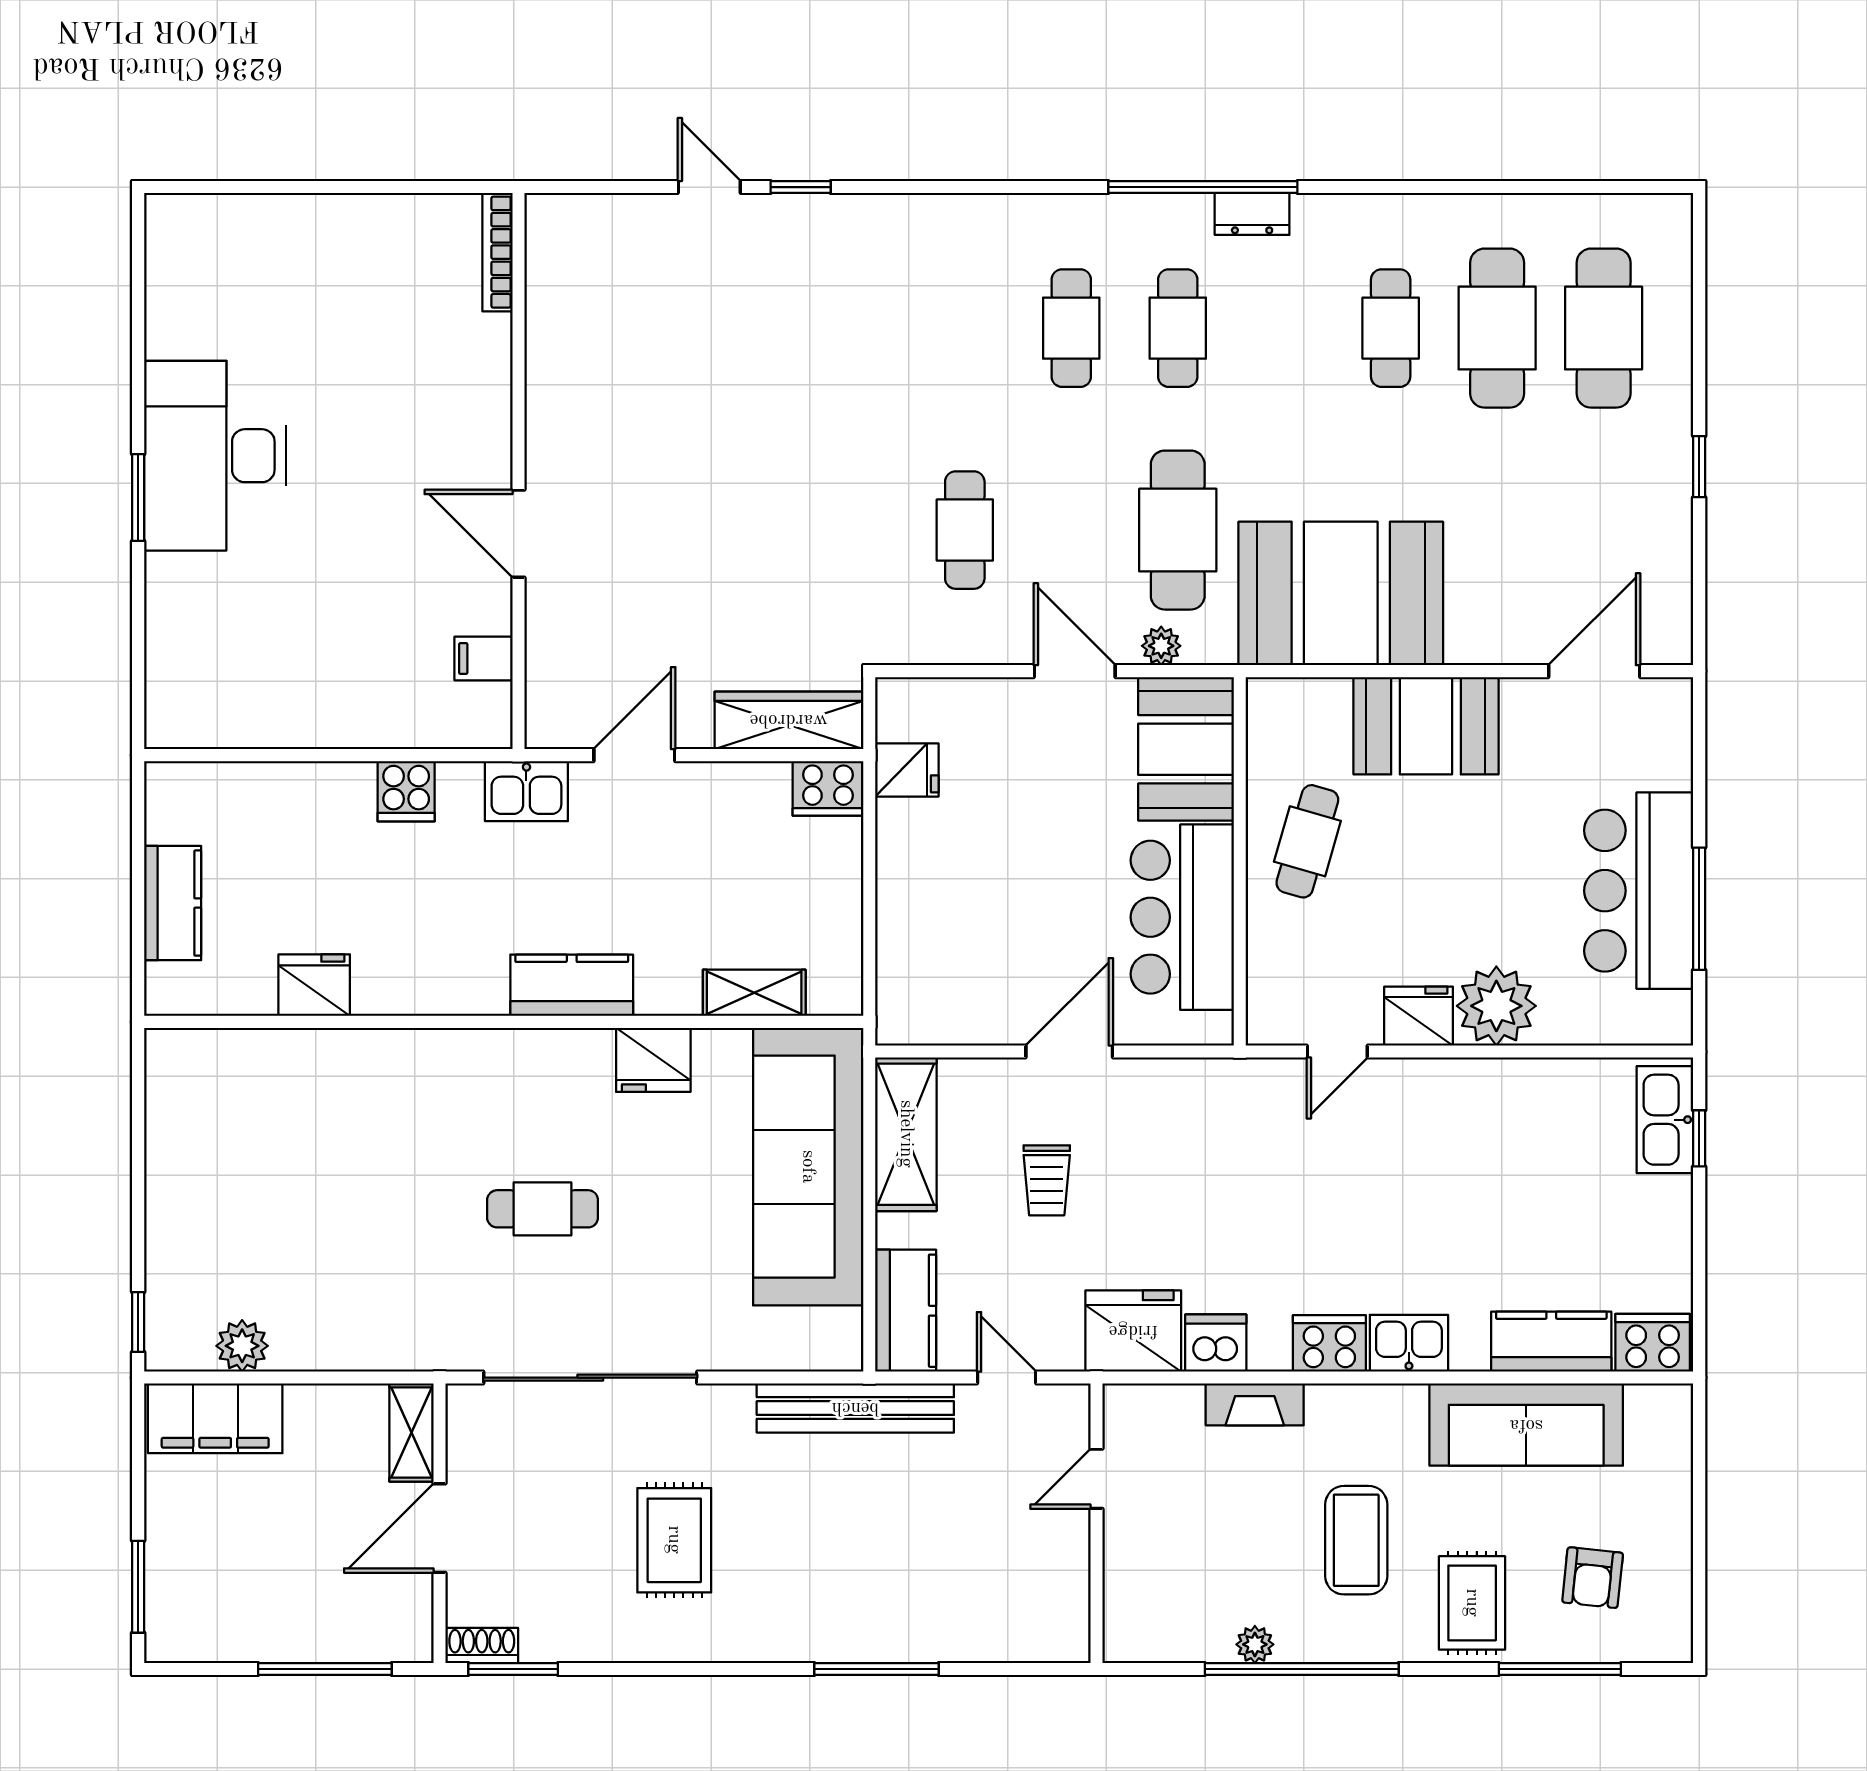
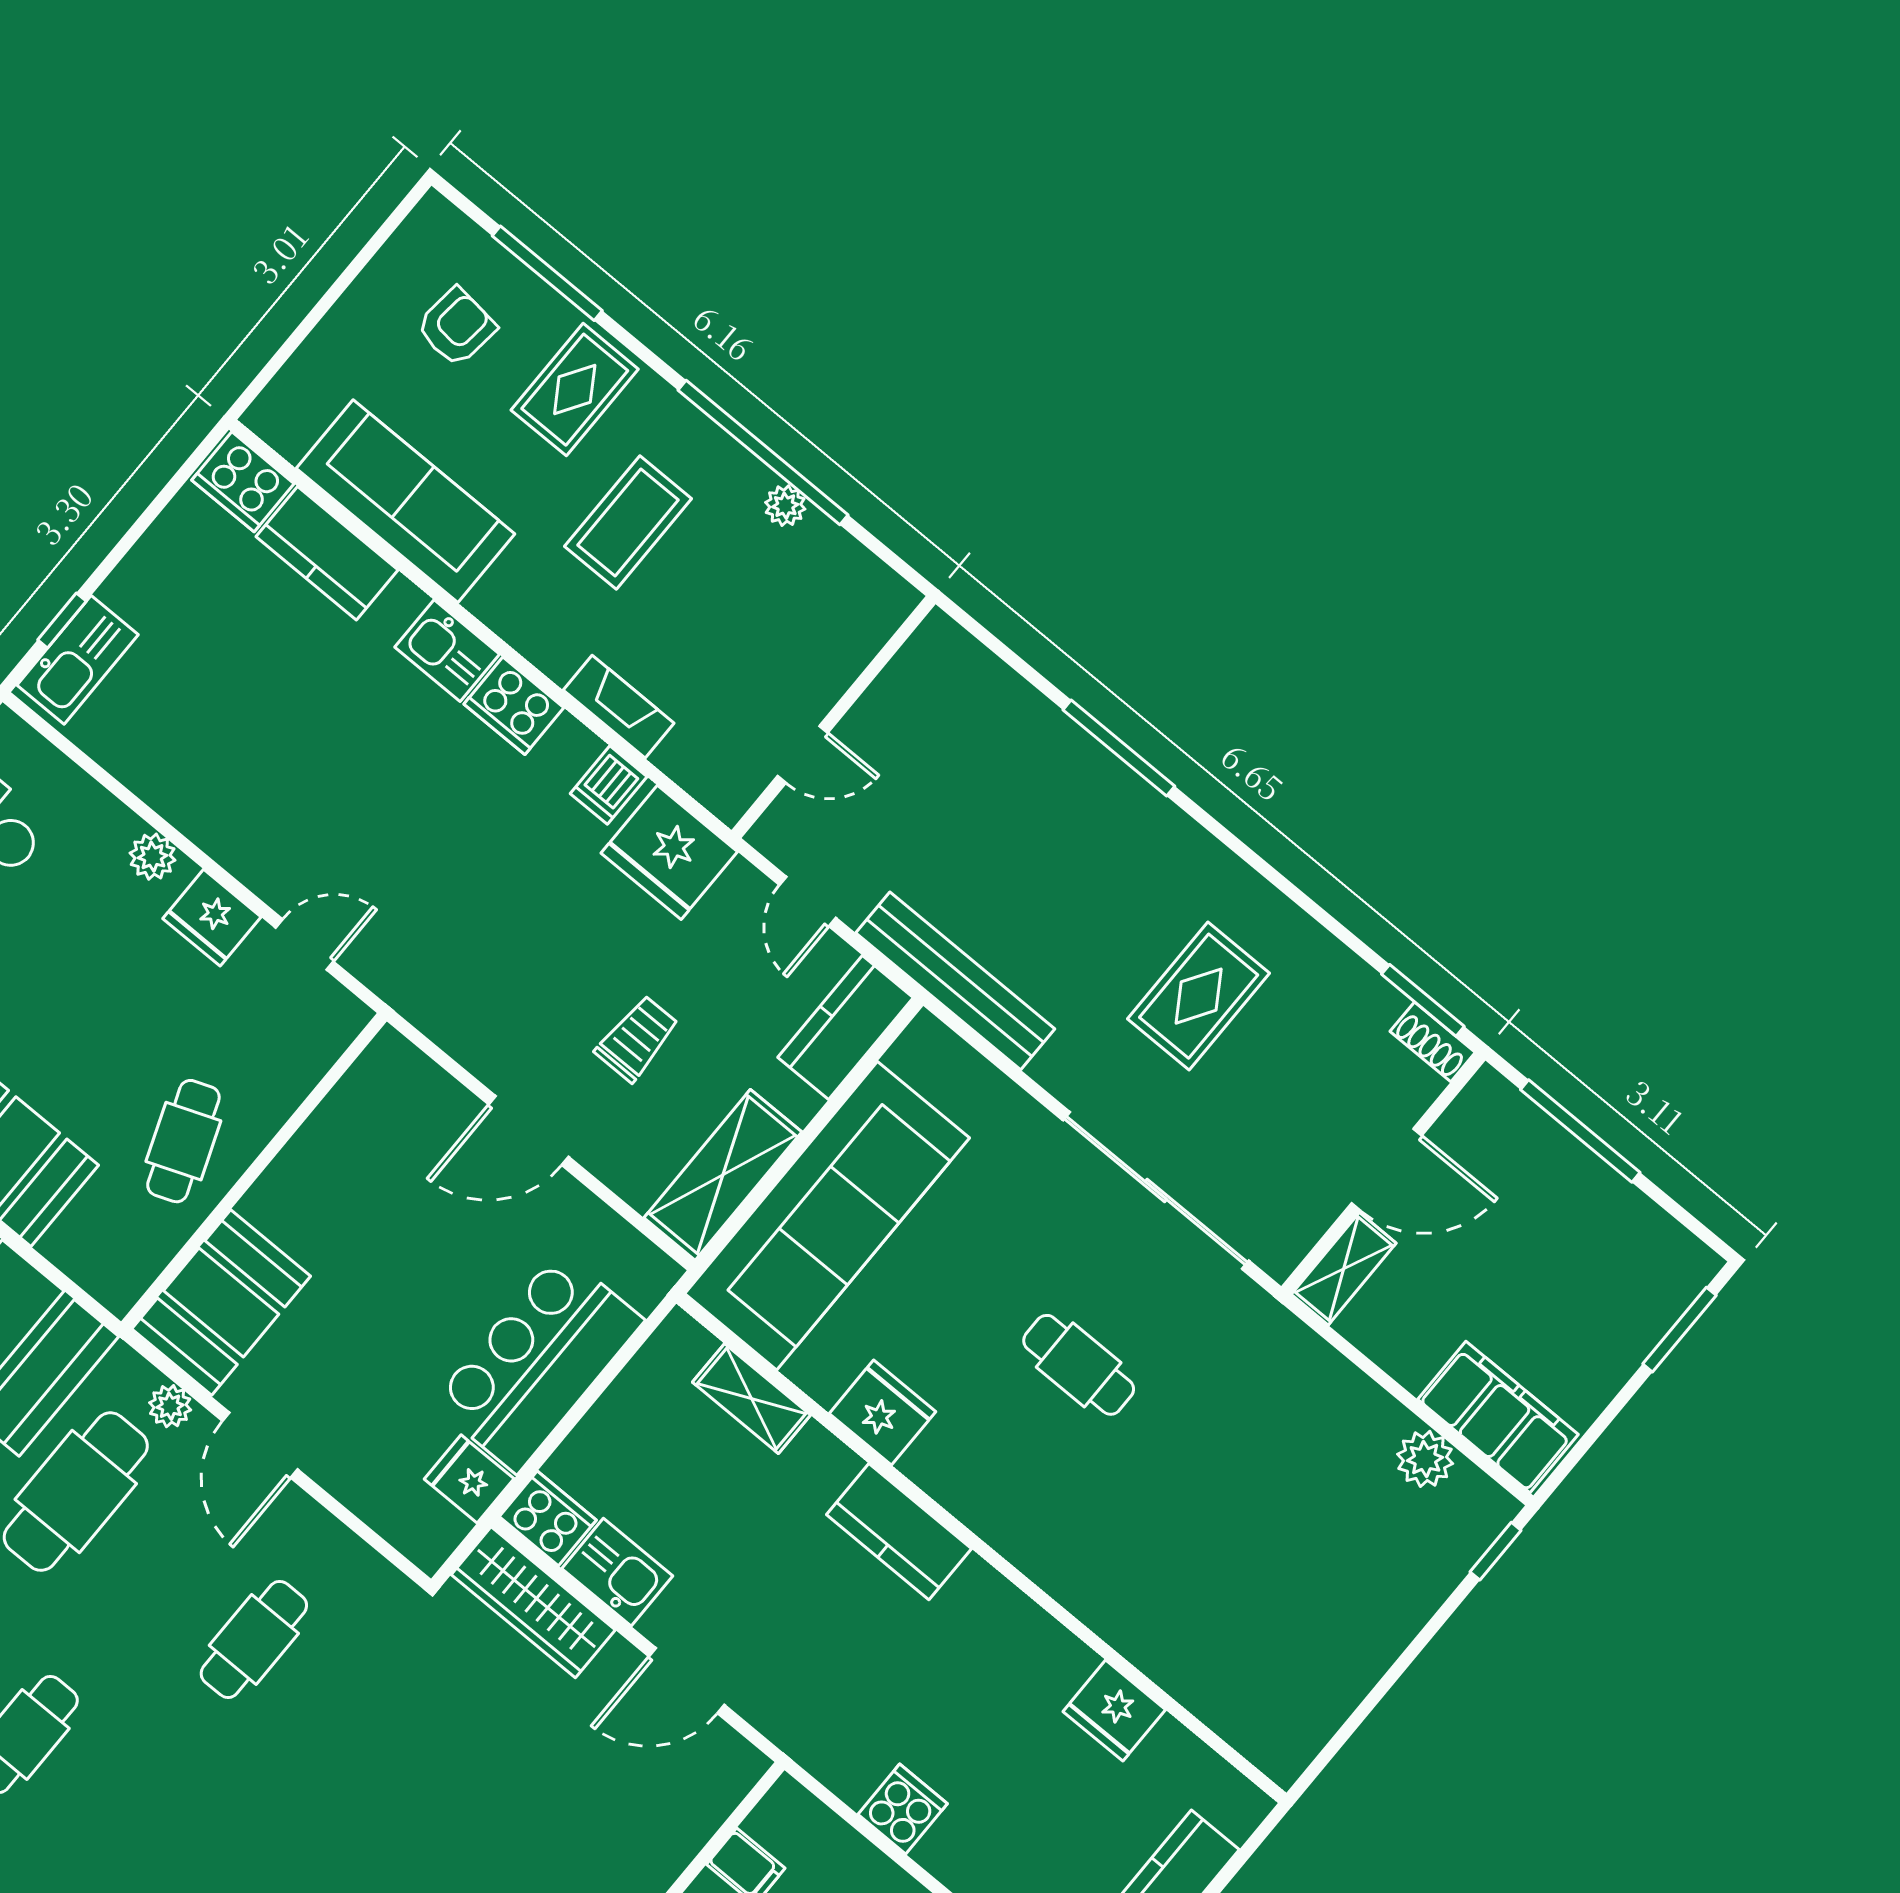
kitchen sink: (526, 791) -> (617, 1572), moved
cafe table: (1307, 841) -> (183, 1141), turned -37
bar counter: (1182, 917) -> (538, 1362), moved, turned 180
plant: (1496, 1006) -> (153, 857), width x0.53, depth x0.53
dishwasher: (1216, 1343) -> (609, 785), width x0.73

